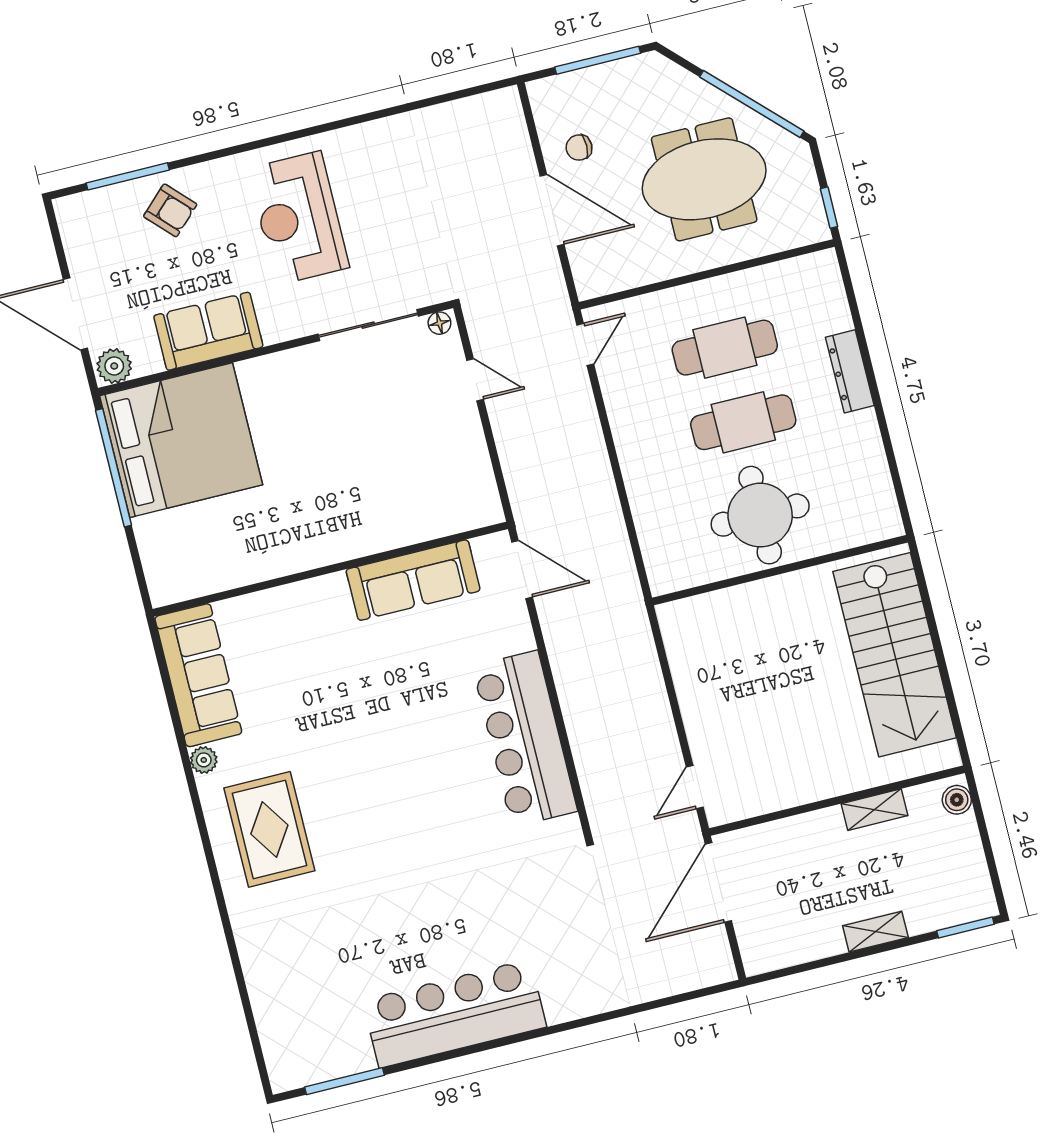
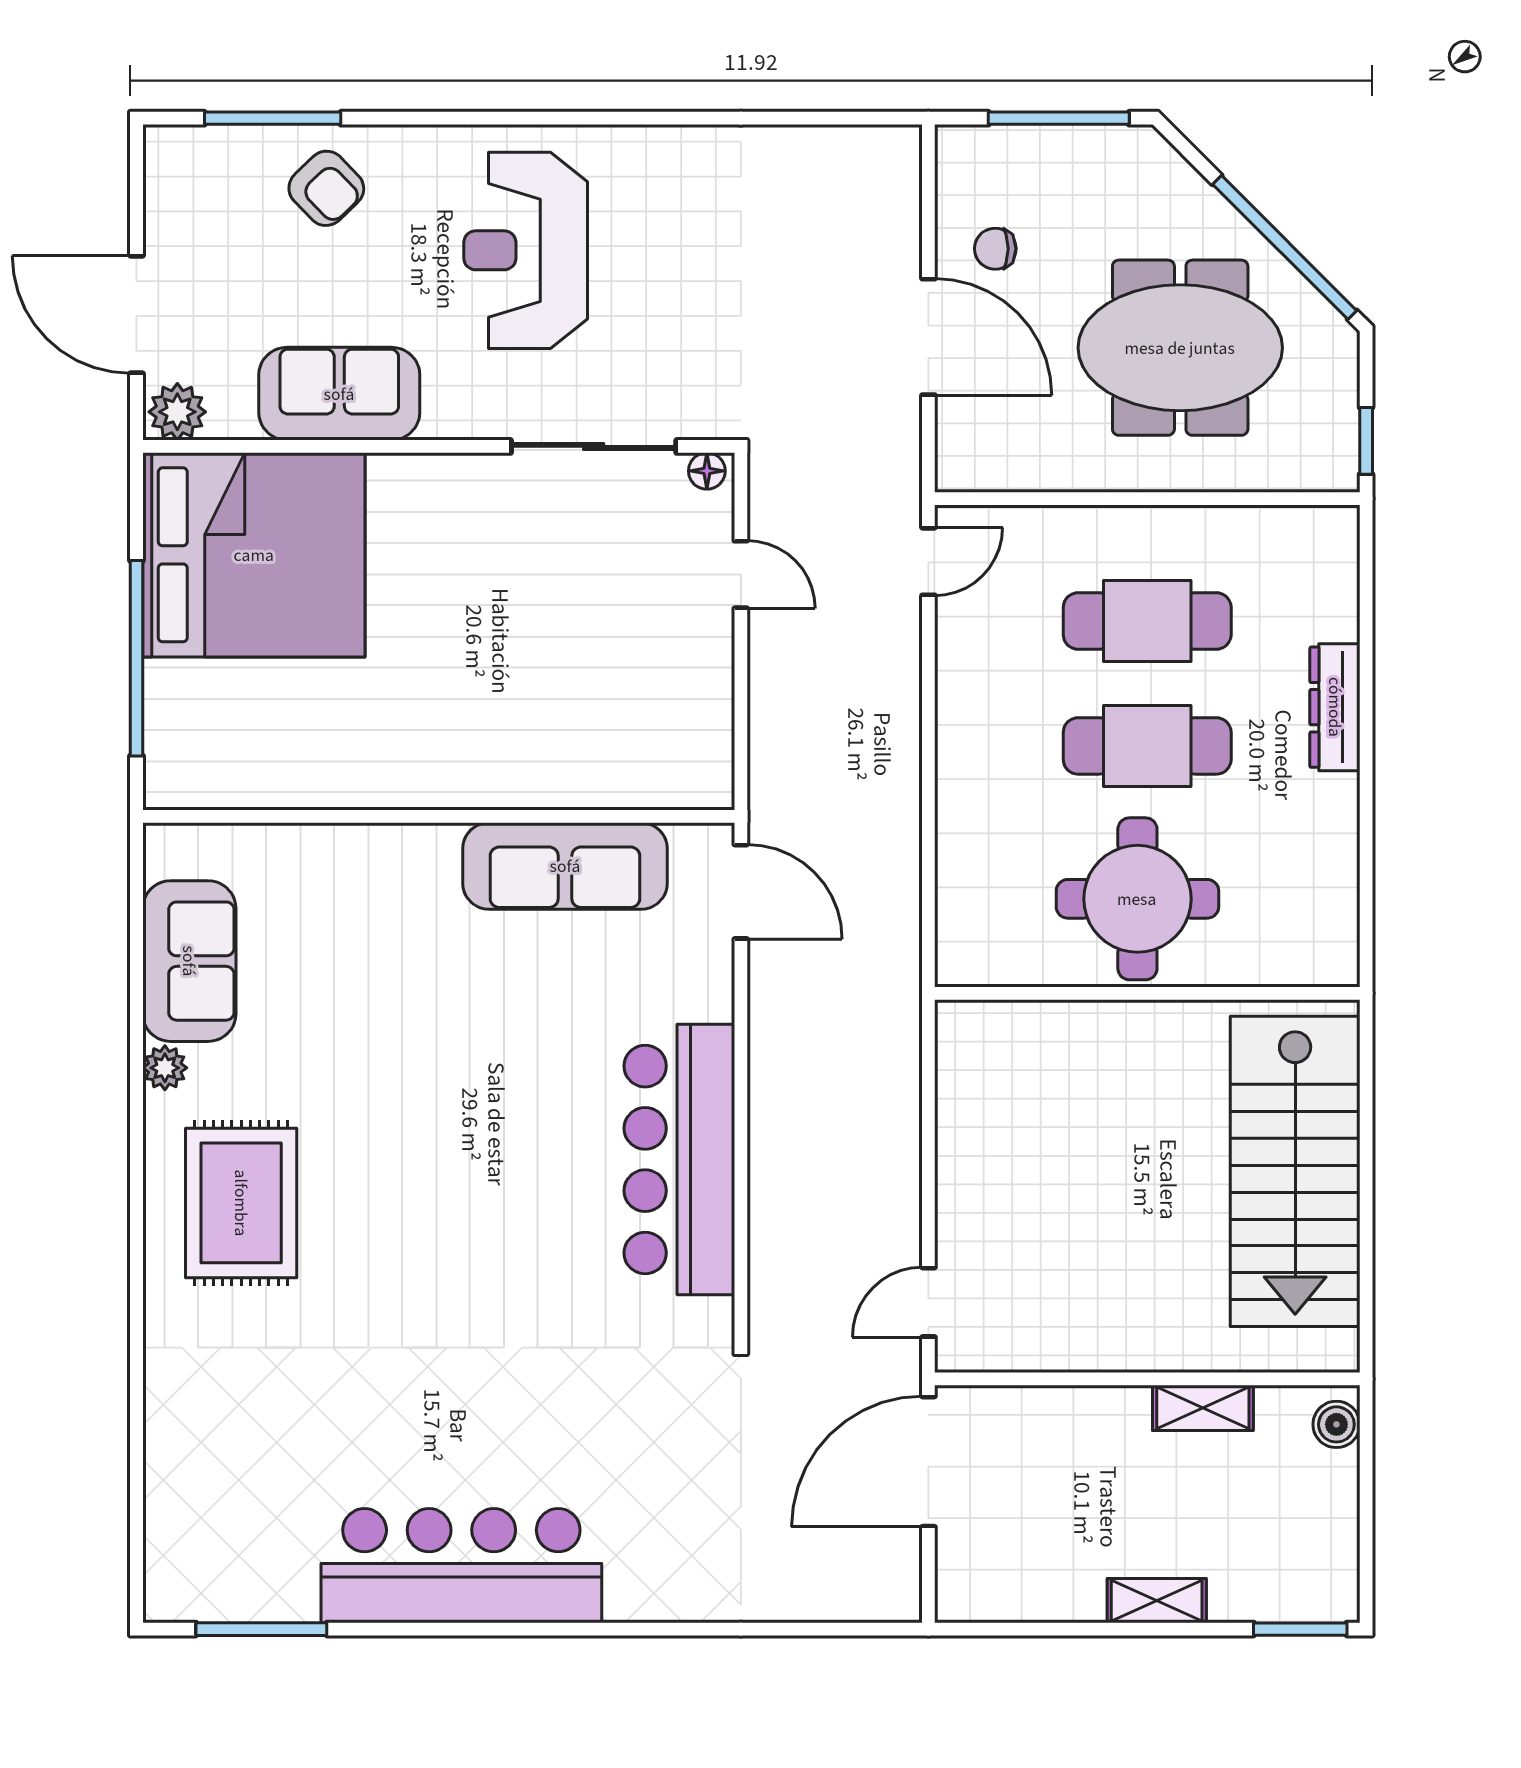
window: (113, 468) -> (136, 658), moved
sofa: (198, 675) -> (189, 961), width x0.73

